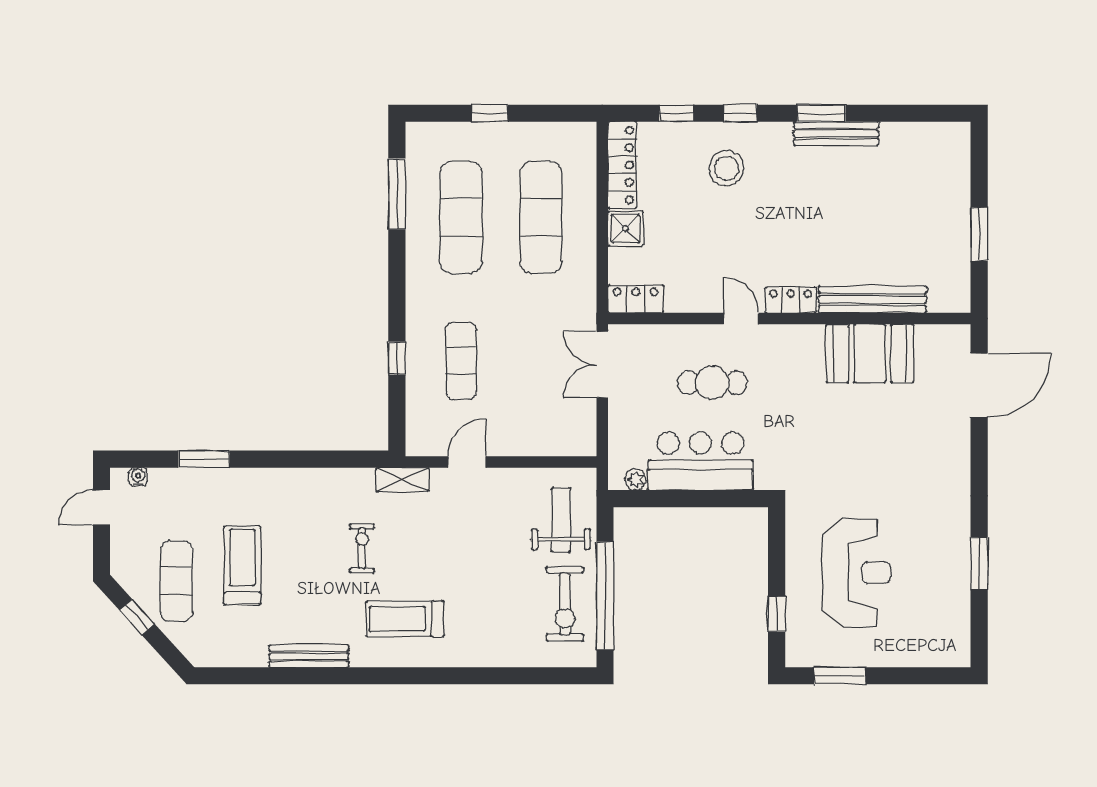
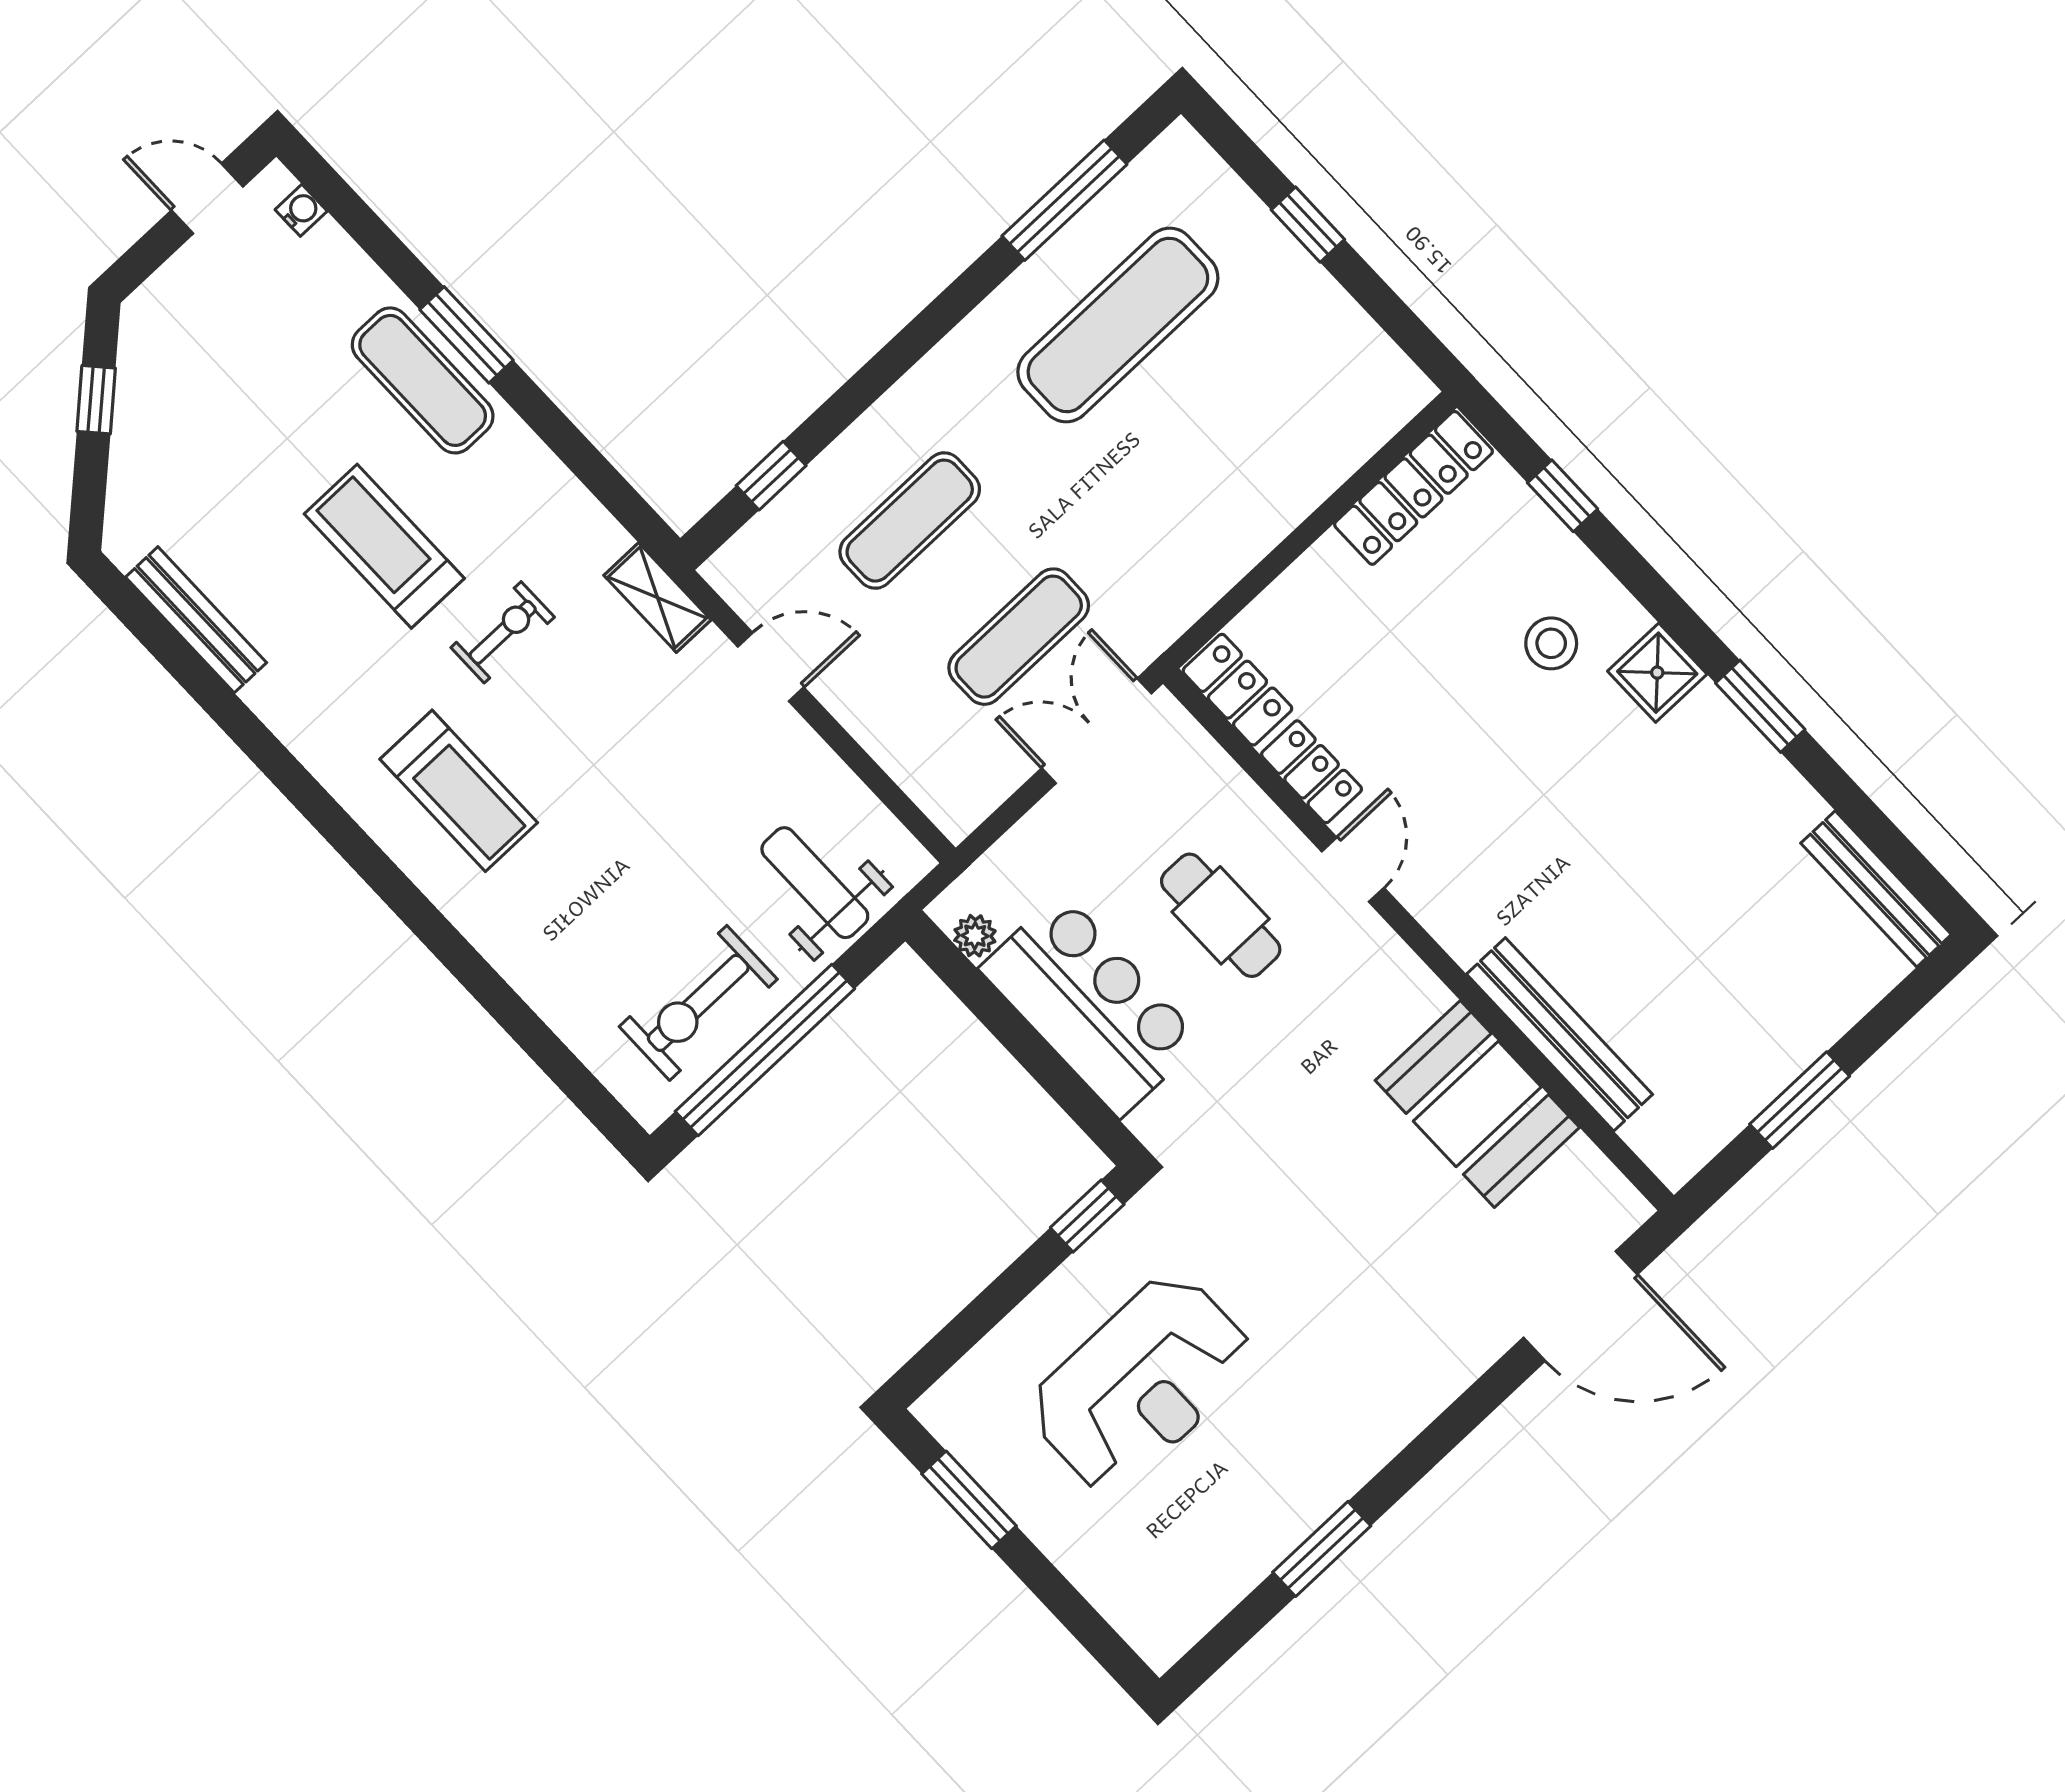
window: (740, 113) -> (1650, 589), removed
bench: (836, 134) -> (1876, 889), moved
stool: (727, 168) -> (1551, 643), width x0.73, depth x0.73
exercise mat: (541, 217) -> (1019, 637), moved, width x0.73, depth x0.69
shower: (626, 228) -> (1657, 673), moved
locker: (791, 300) -> (1312, 772), moved
window: (397, 358) -> (771, 476), moved
window: (204, 459) -> (466, 335), moved
weight bench: (561, 520) -> (815, 883), turned -90
treadmill: (242, 565) -> (384, 546), moved, turned -90
exercise mat: (177, 581) -> (423, 380), moved, turned 90
window: (777, 614) -> (1087, 1216), moved
treadmill: (405, 619) -> (459, 791), turned 180
bench: (309, 656) -> (196, 620), moved

